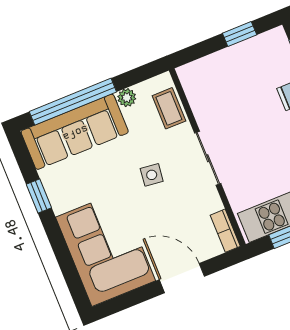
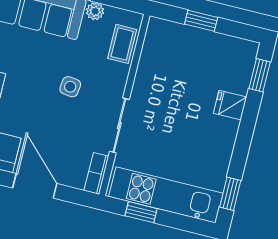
window: (240, 34) -> (201, 21), moved
sliding door: (208, 158) -> (119, 125), moved

